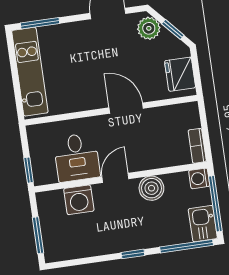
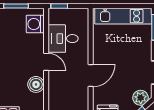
washing machine: (79, 200) -> (35, 24), moved

